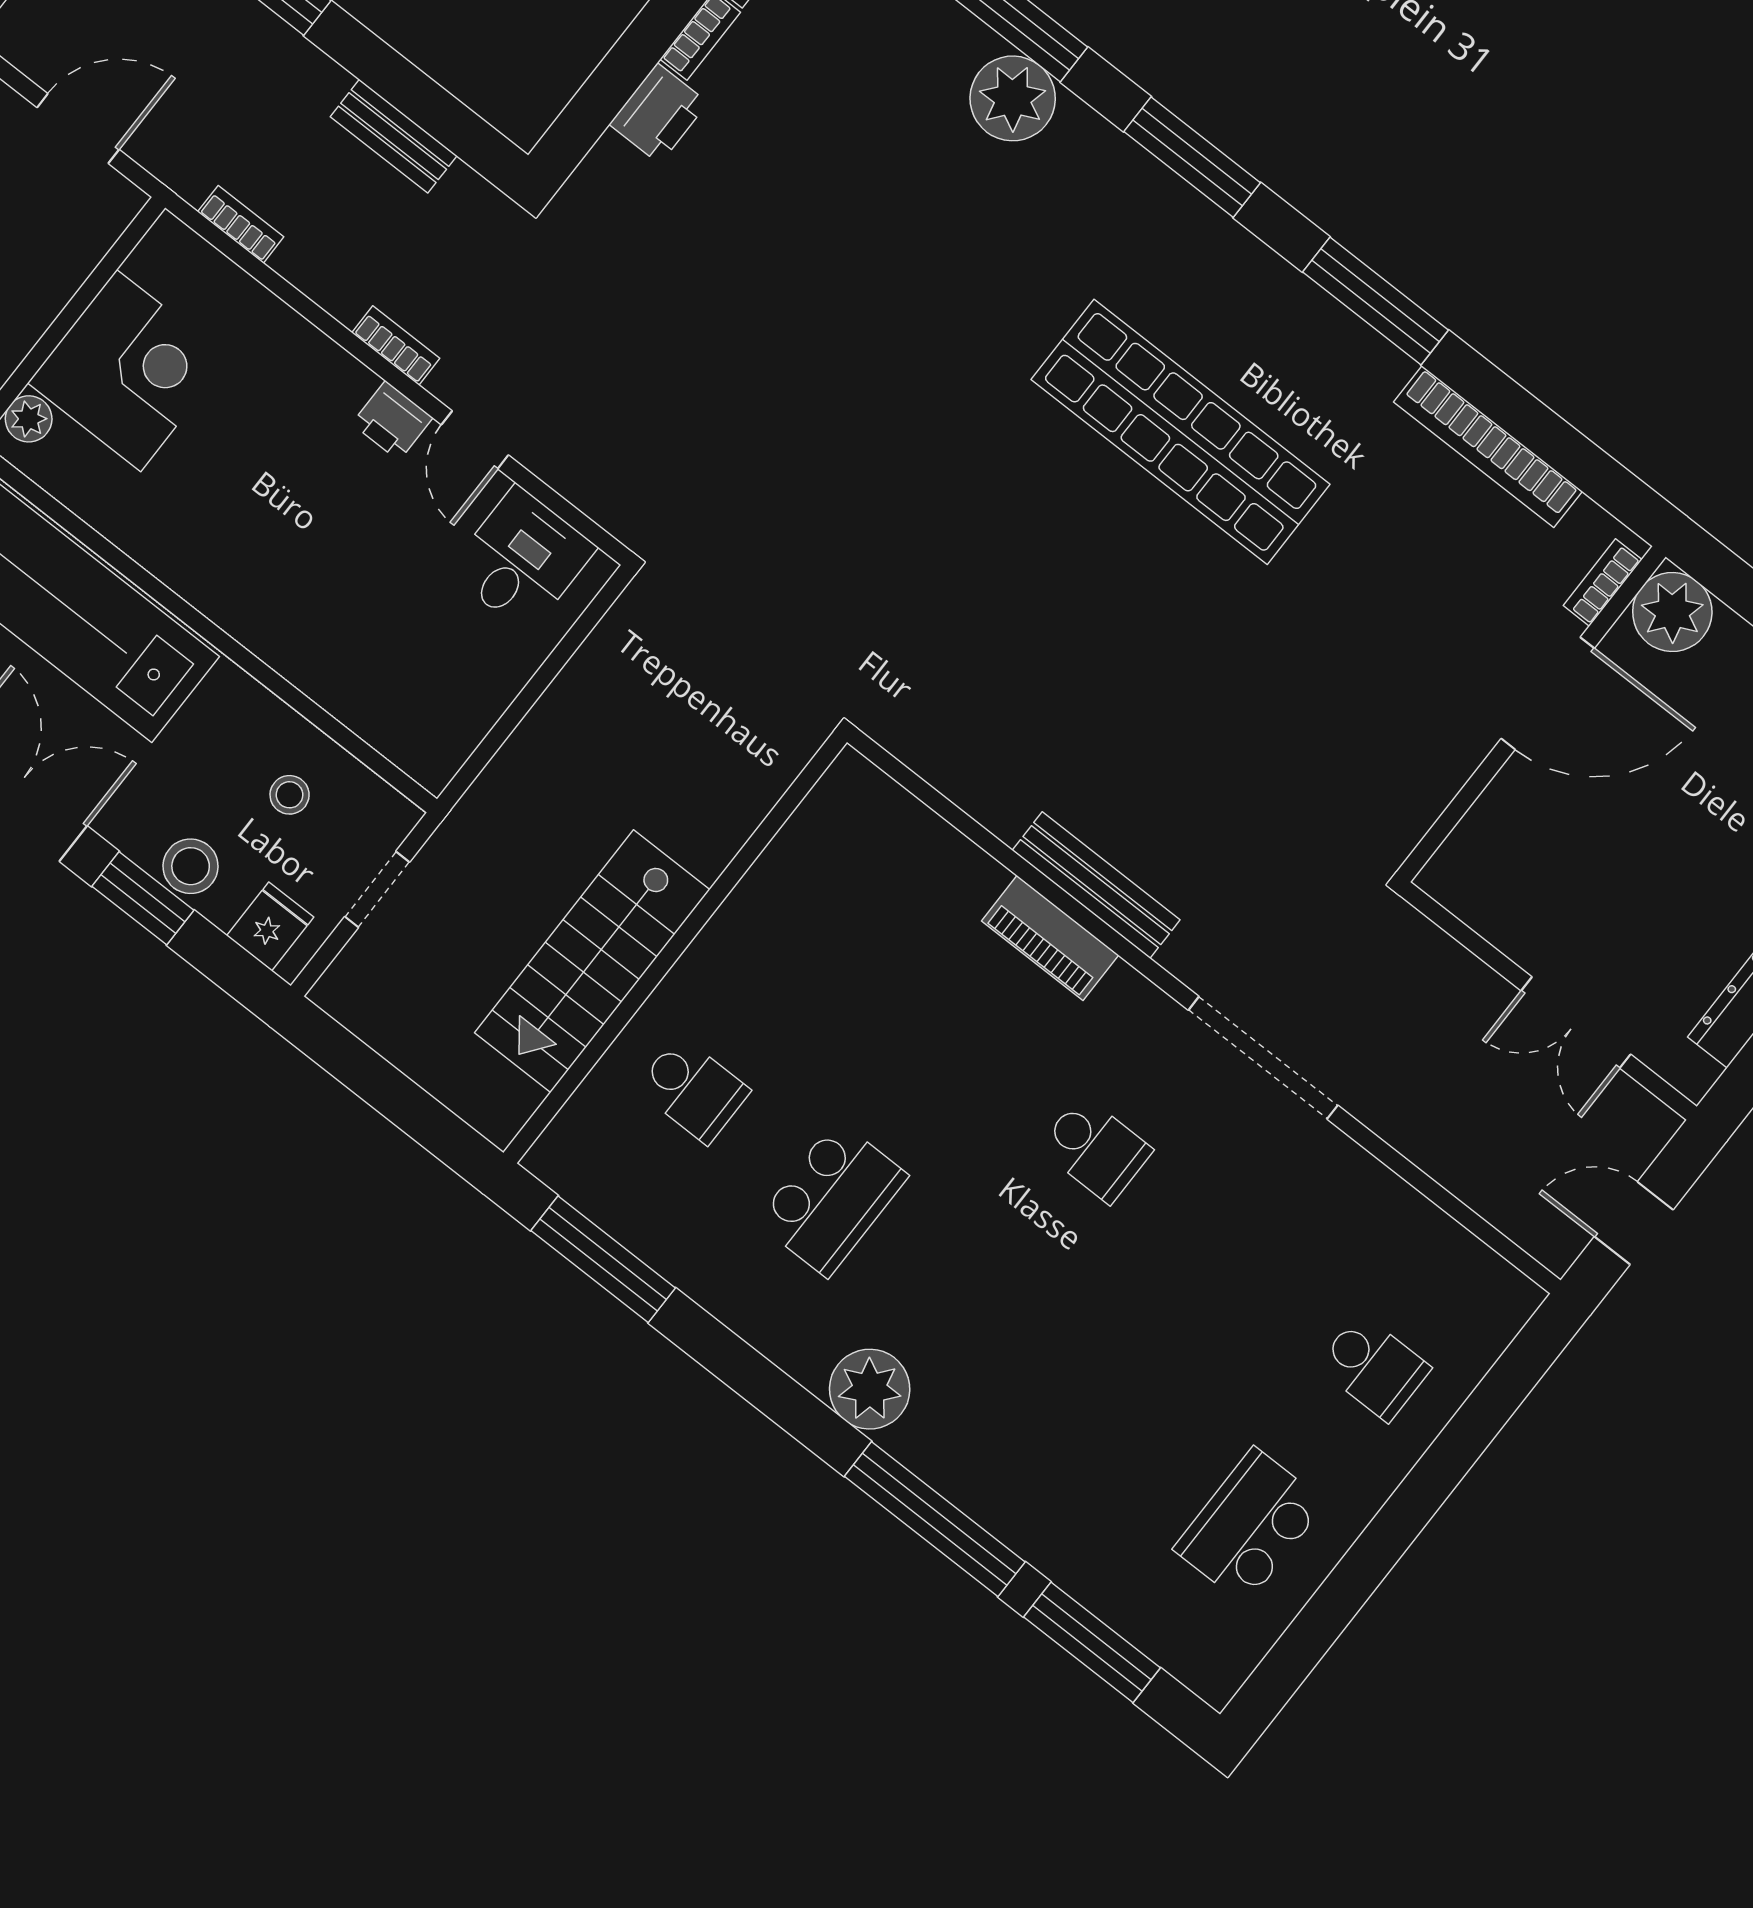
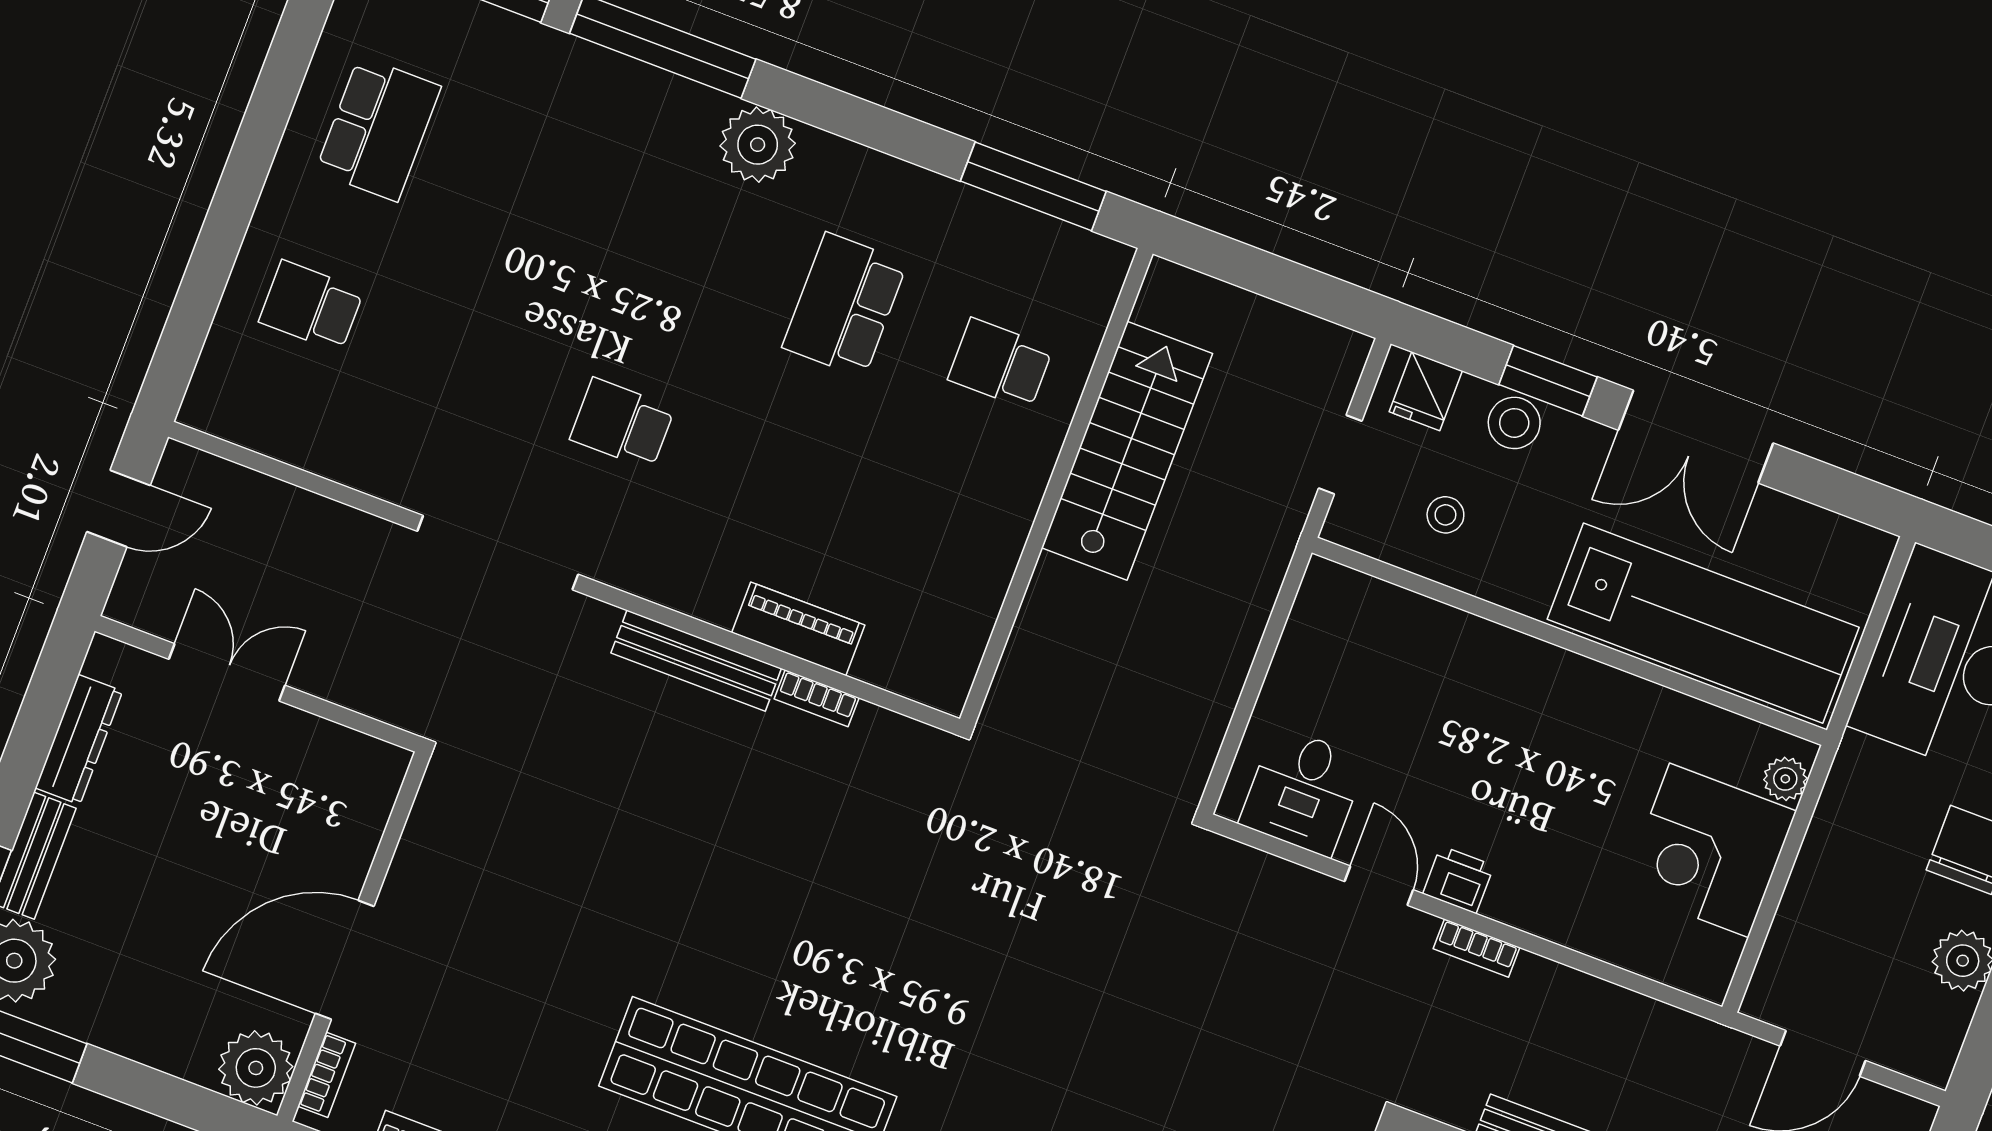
bookcase: (241, 224) -> (817, 698), moved
piano: (1050, 938) -> (798, 629), moved

